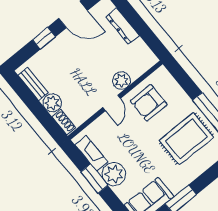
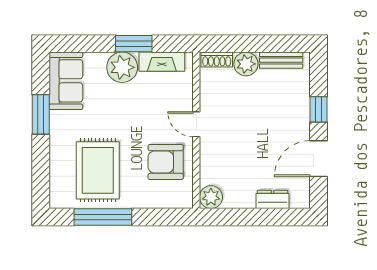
dresser: (123, 26) -> (273, 199), width x0.70
plant: (121, 81) -> (211, 197), moved
armchair: (149, 103) -> (166, 162), turned -90

